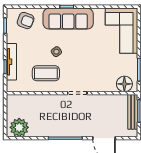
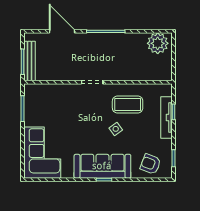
floor lamp: (124, 84) -> (39, 92), removed

